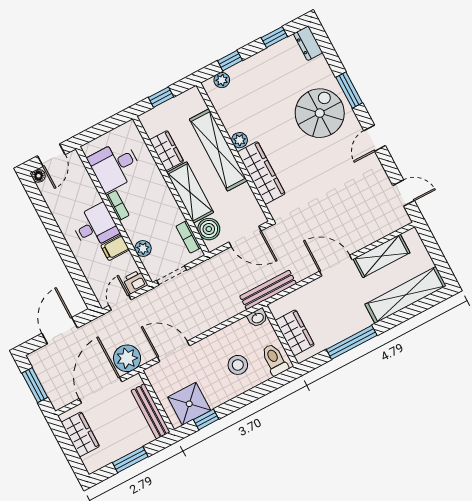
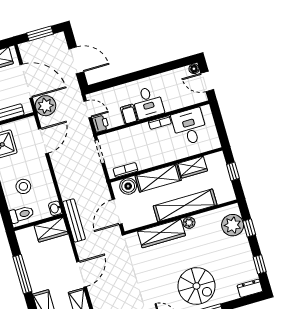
plant: (222, 80) -> (233, 225), width x1.87, depth x1.87
plant: (143, 249) -> (124, 135), removed
wardrobe: (295, 333) -> (51, 230), moved

